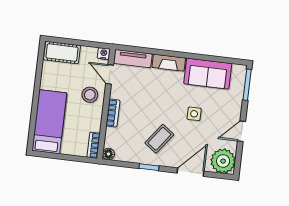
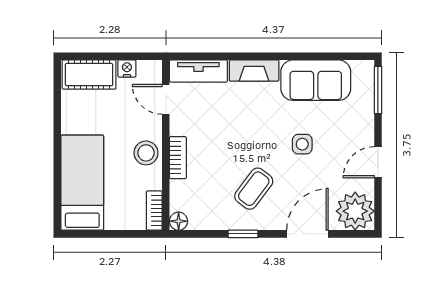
nightstand: (104, 54) -> (127, 69), moved
stool: (90, 95) -> (146, 153), moved

